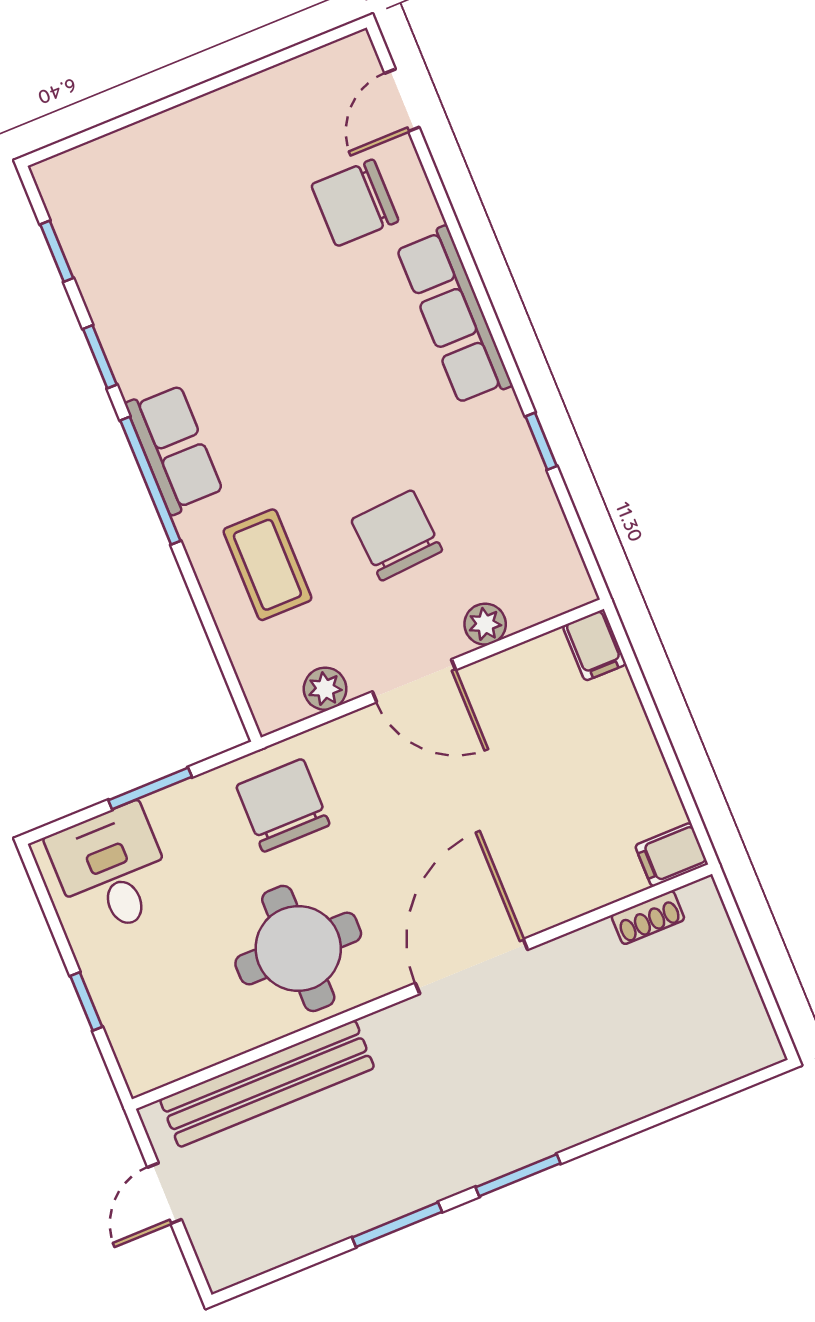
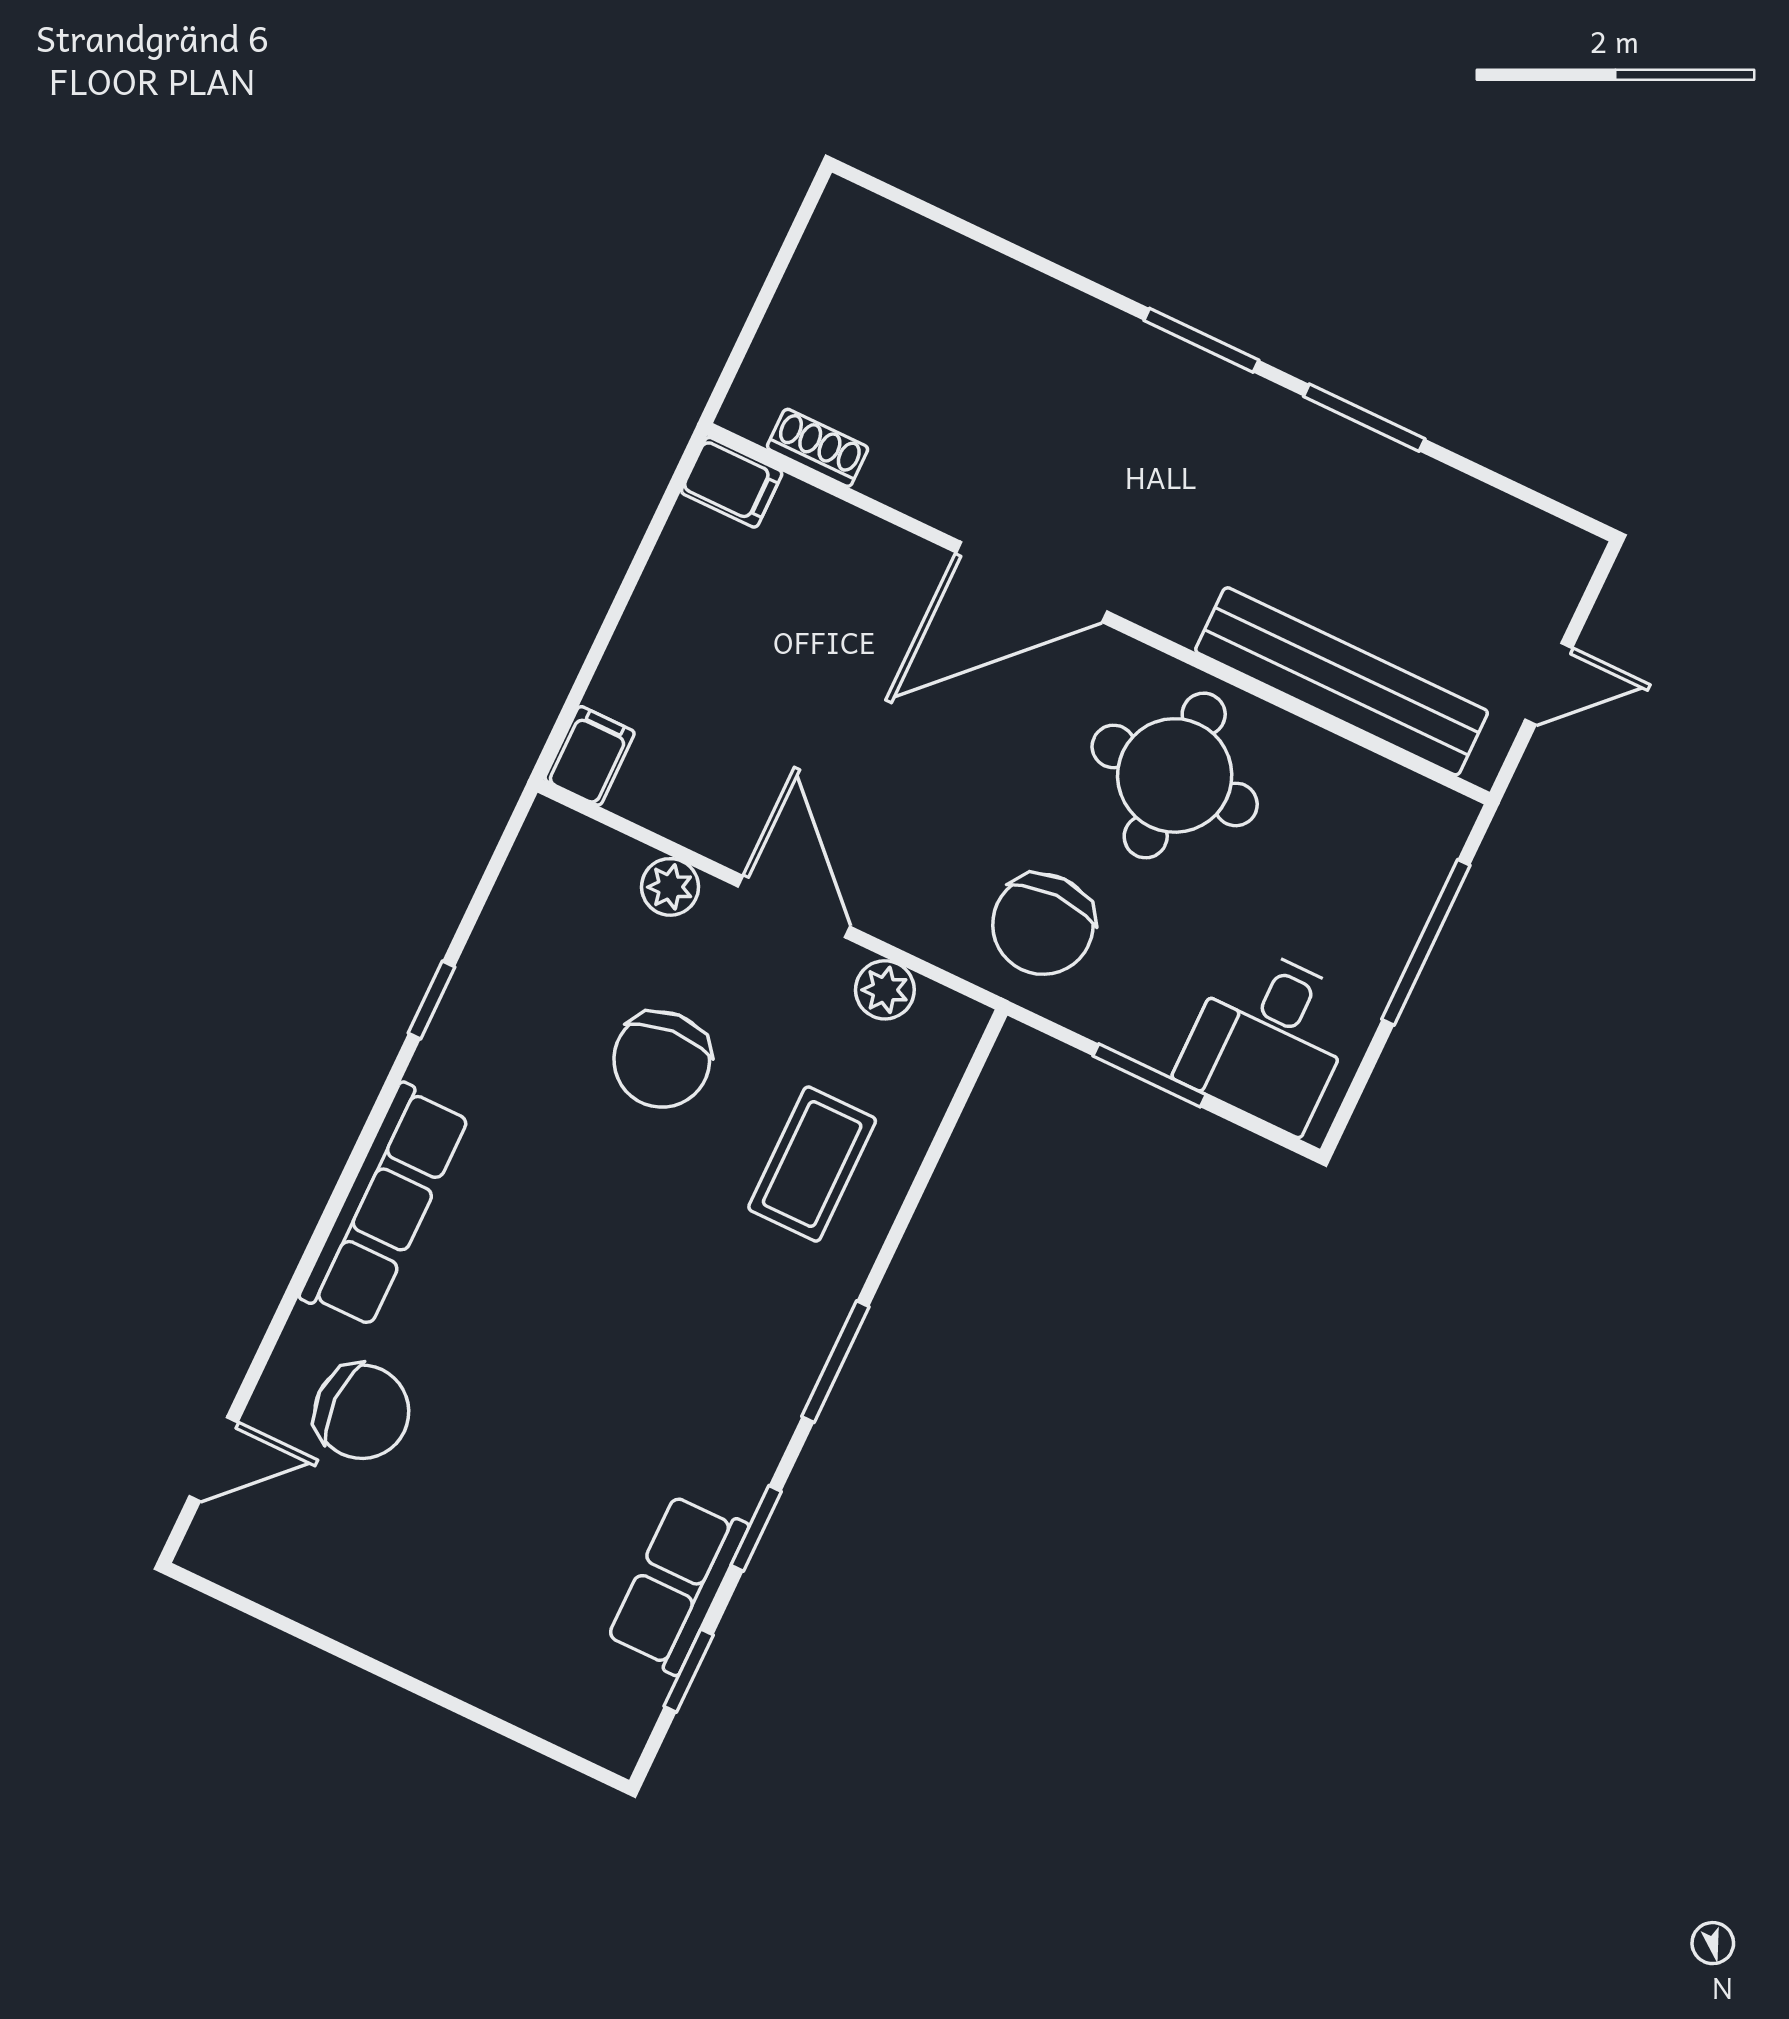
row of seats: (174, 449) -> (678, 1584), moved
window: (150, 481) -> (835, 1362), width x0.69
window: (86, 1001) -> (1426, 942), width x2.17

